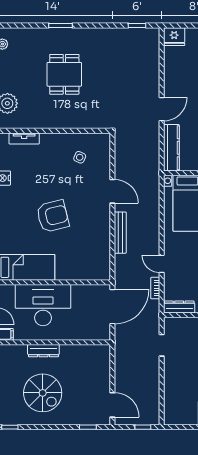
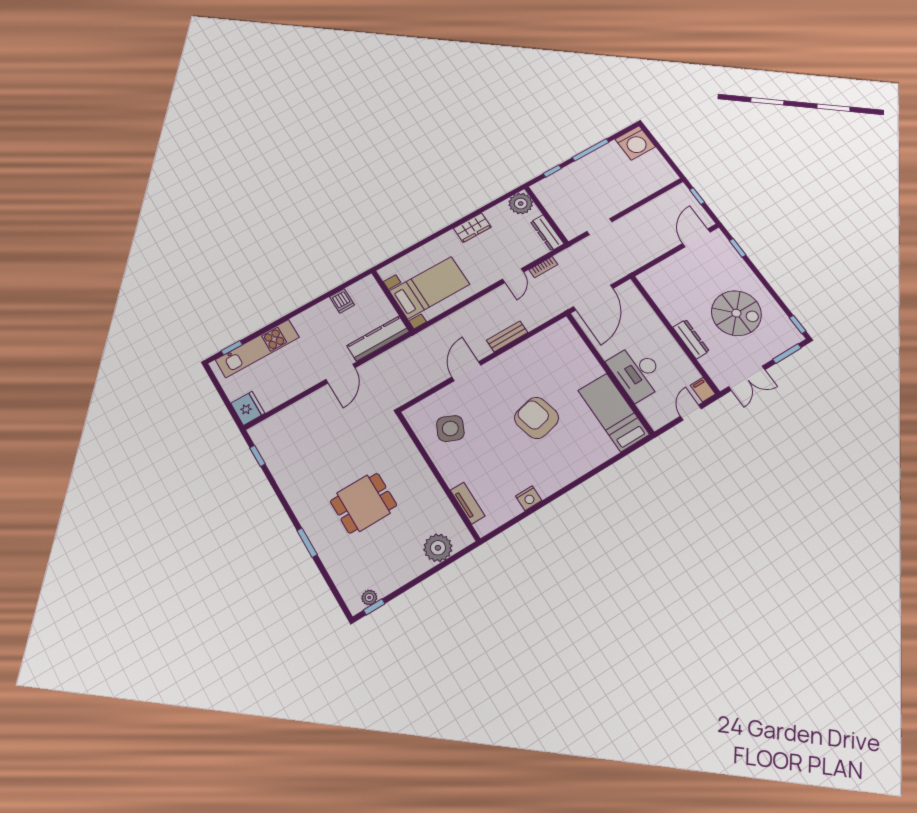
door: (162, 109) -> (340, 374), swing flipped
side table: (80, 157) -> (450, 428), width x1.87, depth x1.87
bench: (120, 233) -> (507, 336), width x0.73
desk: (43, 305) -> (637, 372), width x0.73, depth x0.77
door: (112, 307) -> (593, 298), swing flipped
spiral stairs: (43, 393) -> (736, 313), turned 90

